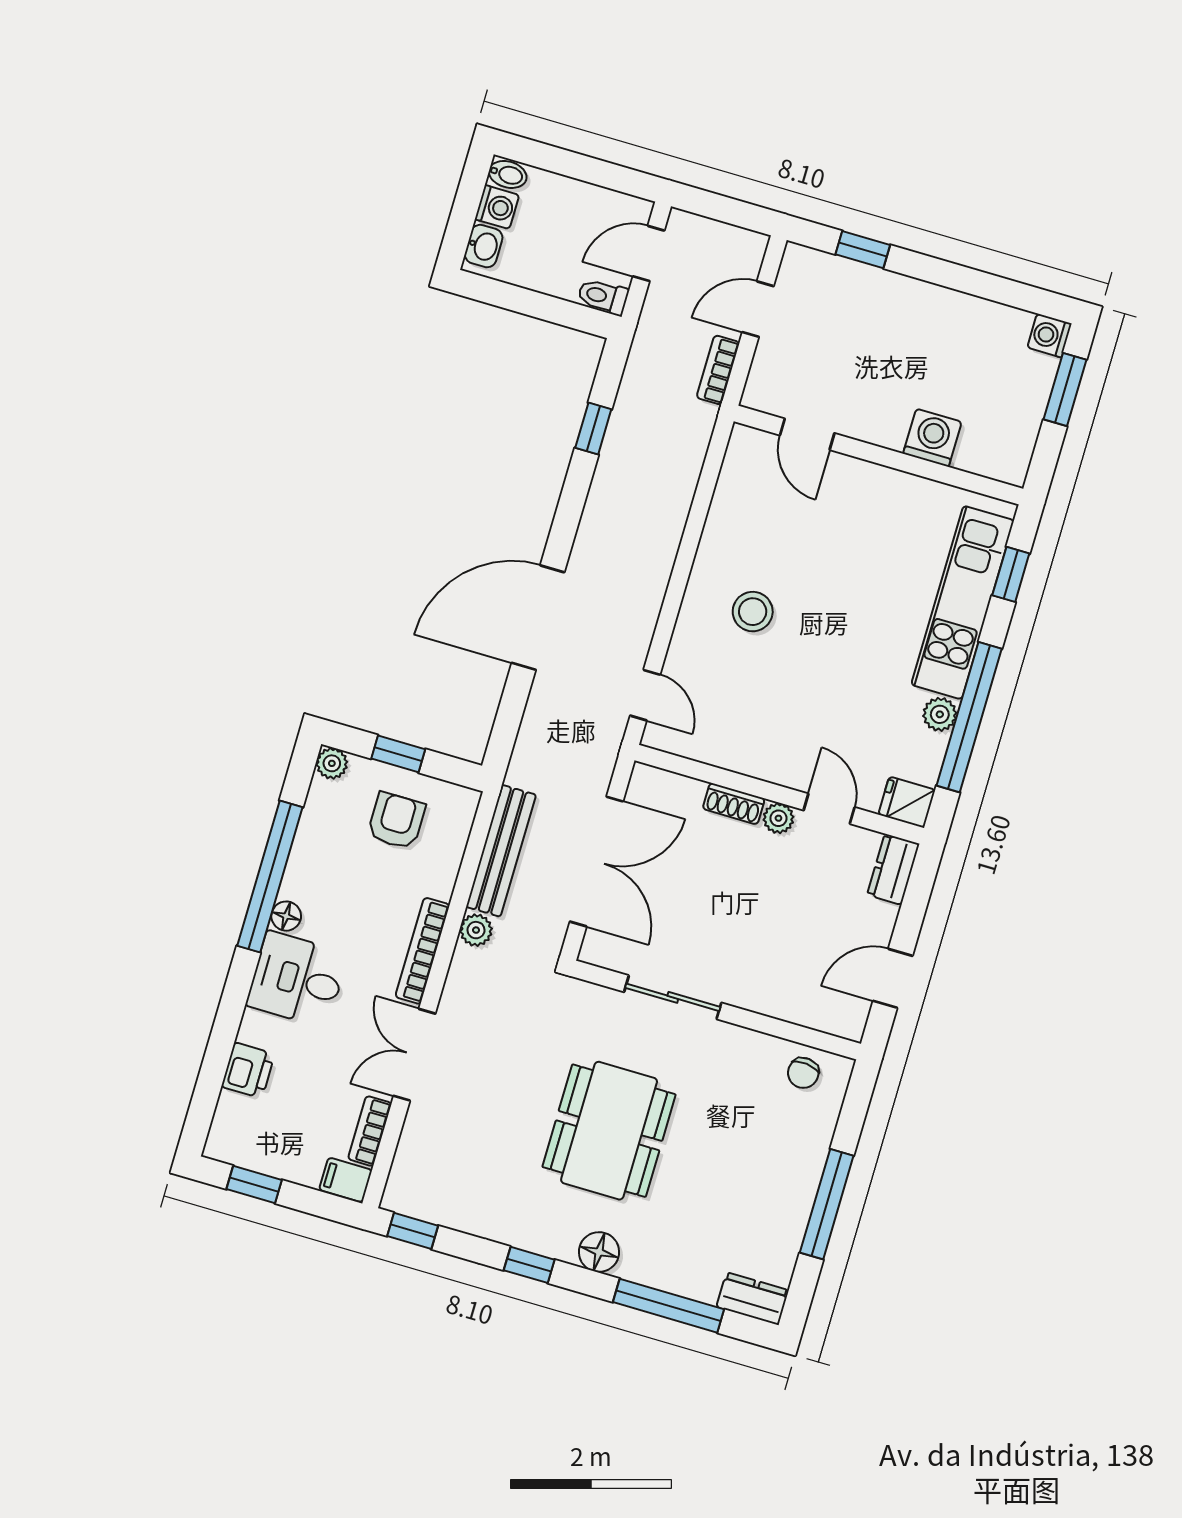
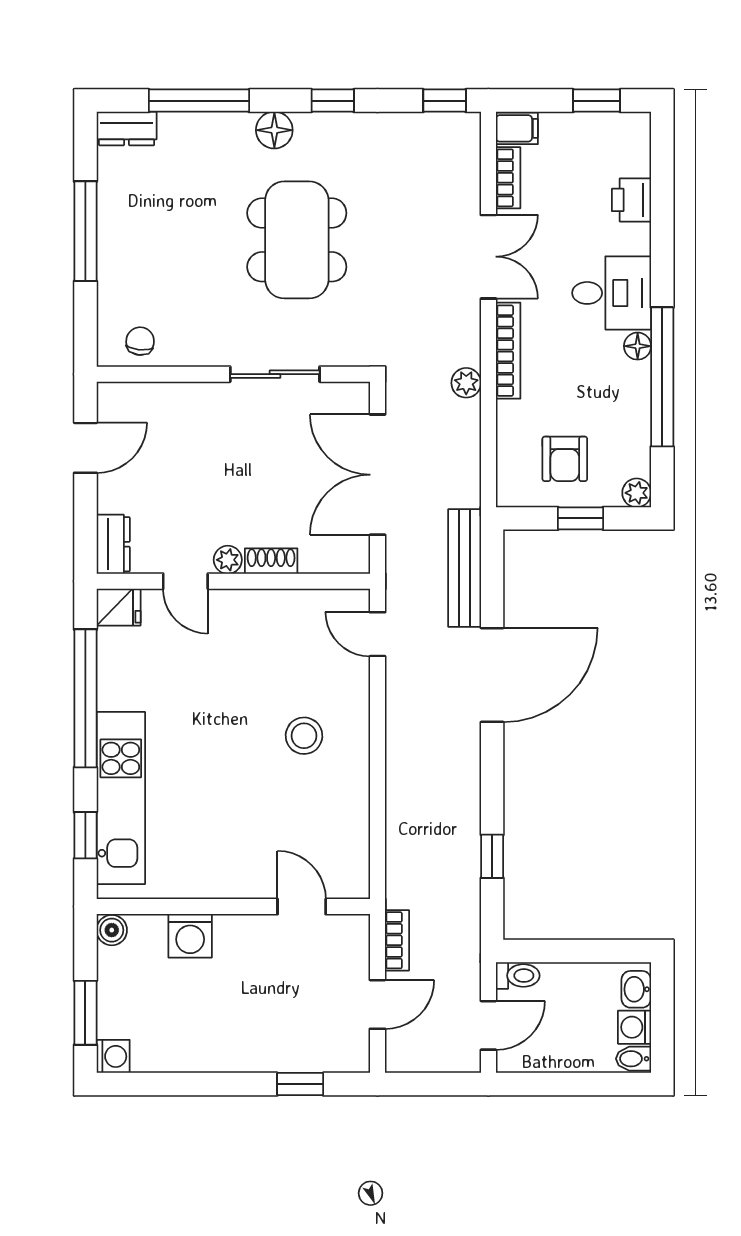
boiler: (1012, 468) -> (112, 930), added
plant: (940, 714) -> (112, 693), removed
bench: (501, 851) -> (465, 568), moved

